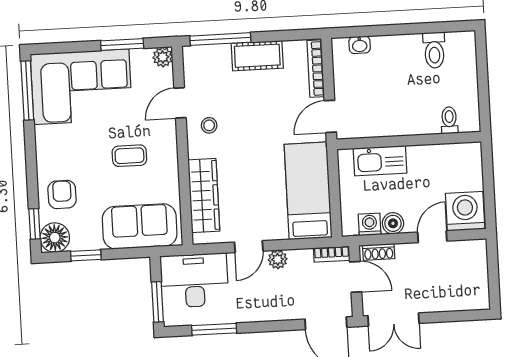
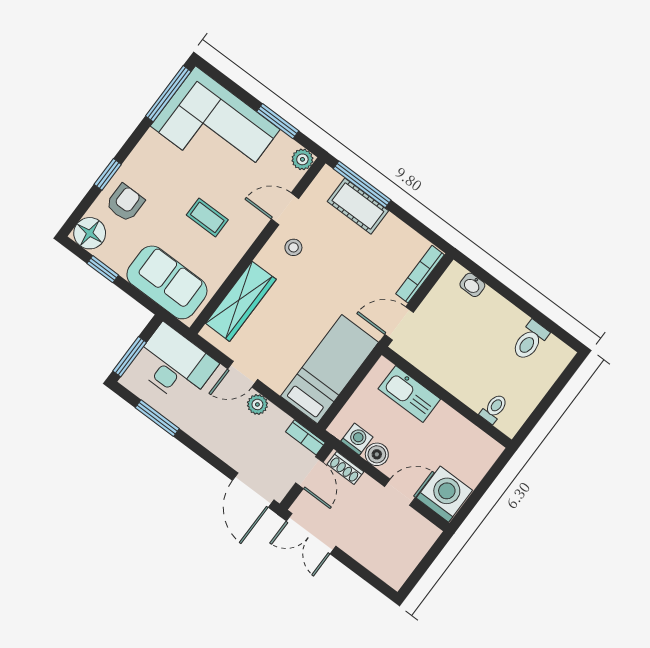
cot: (257, 56) -> (358, 206), moved
window: (34, 224) -> (108, 174), moved

